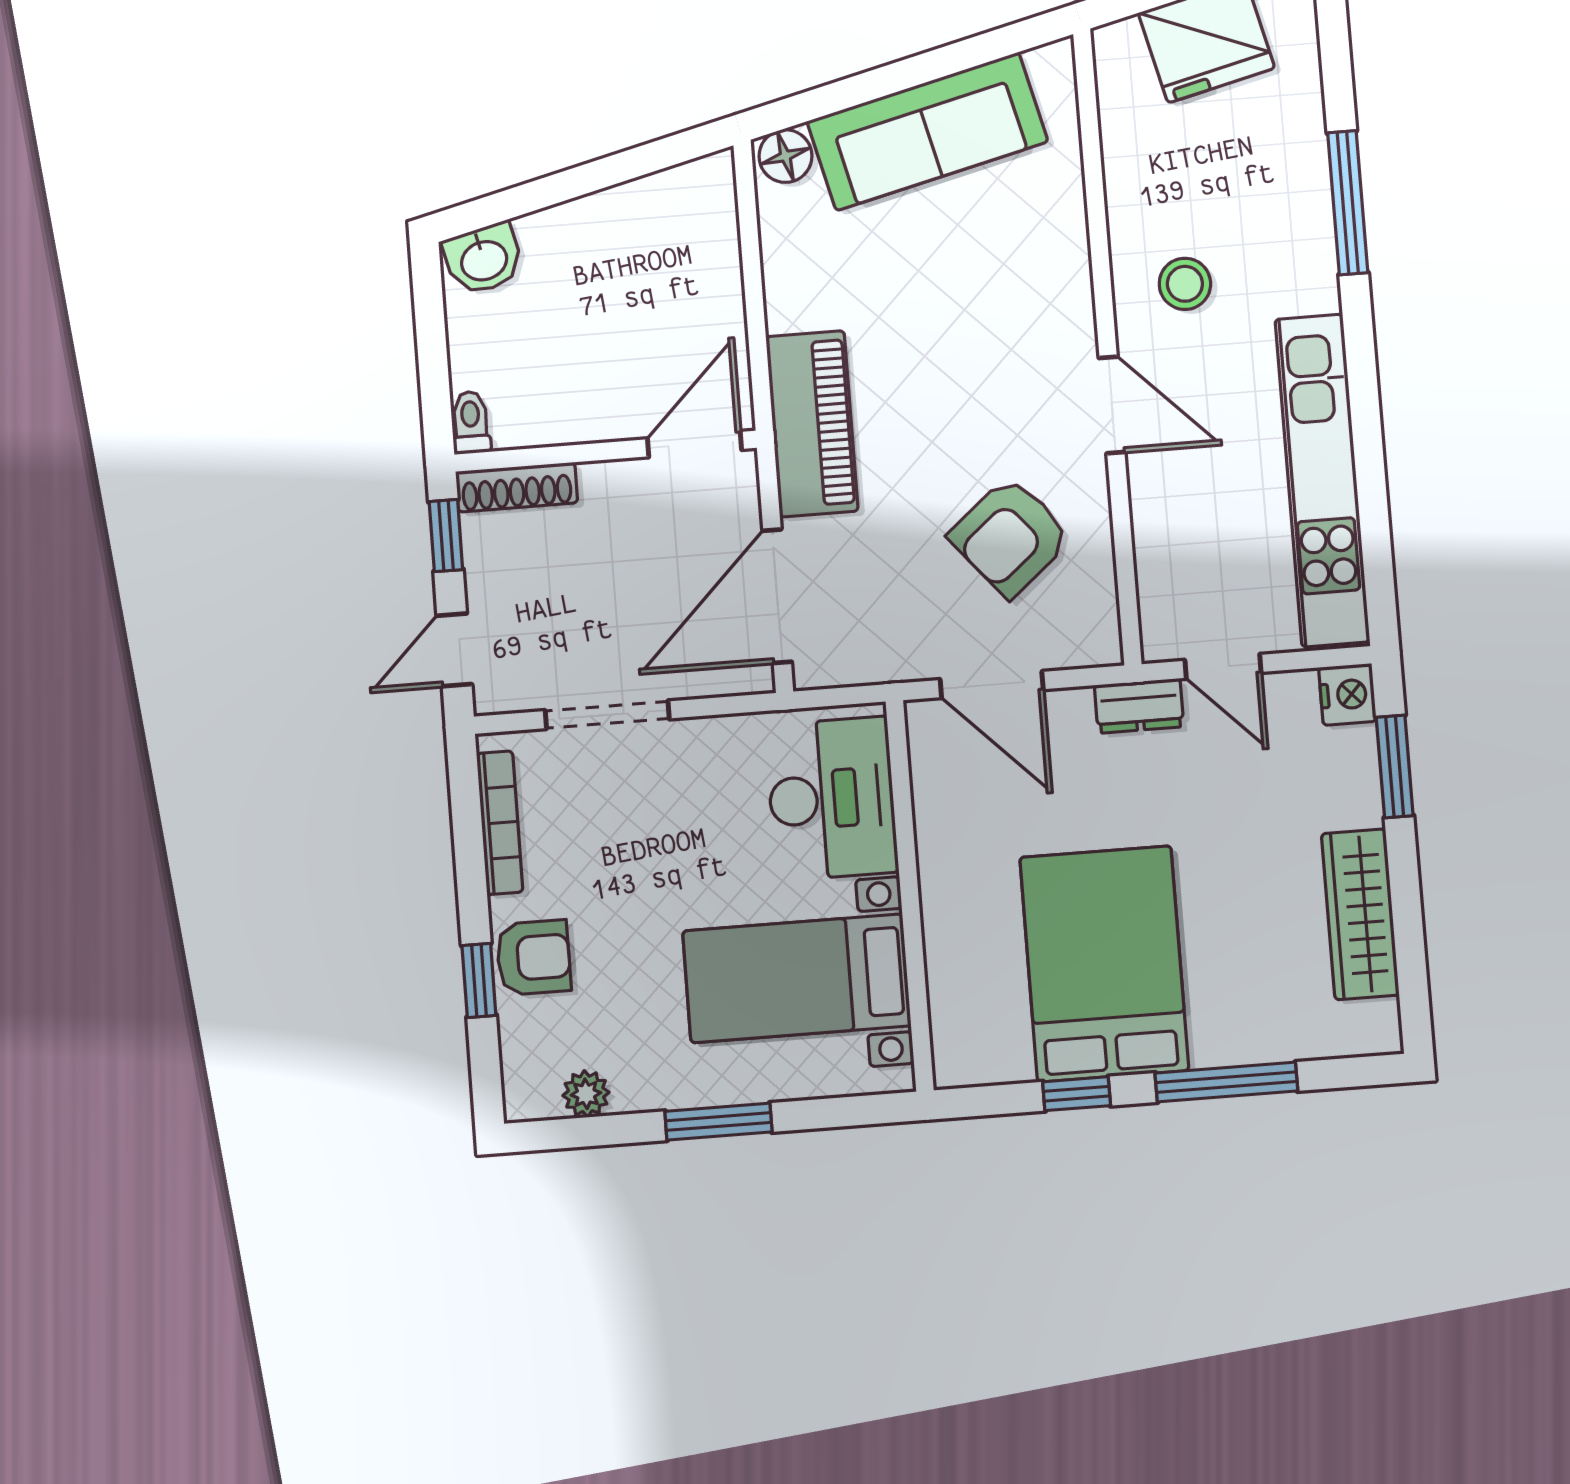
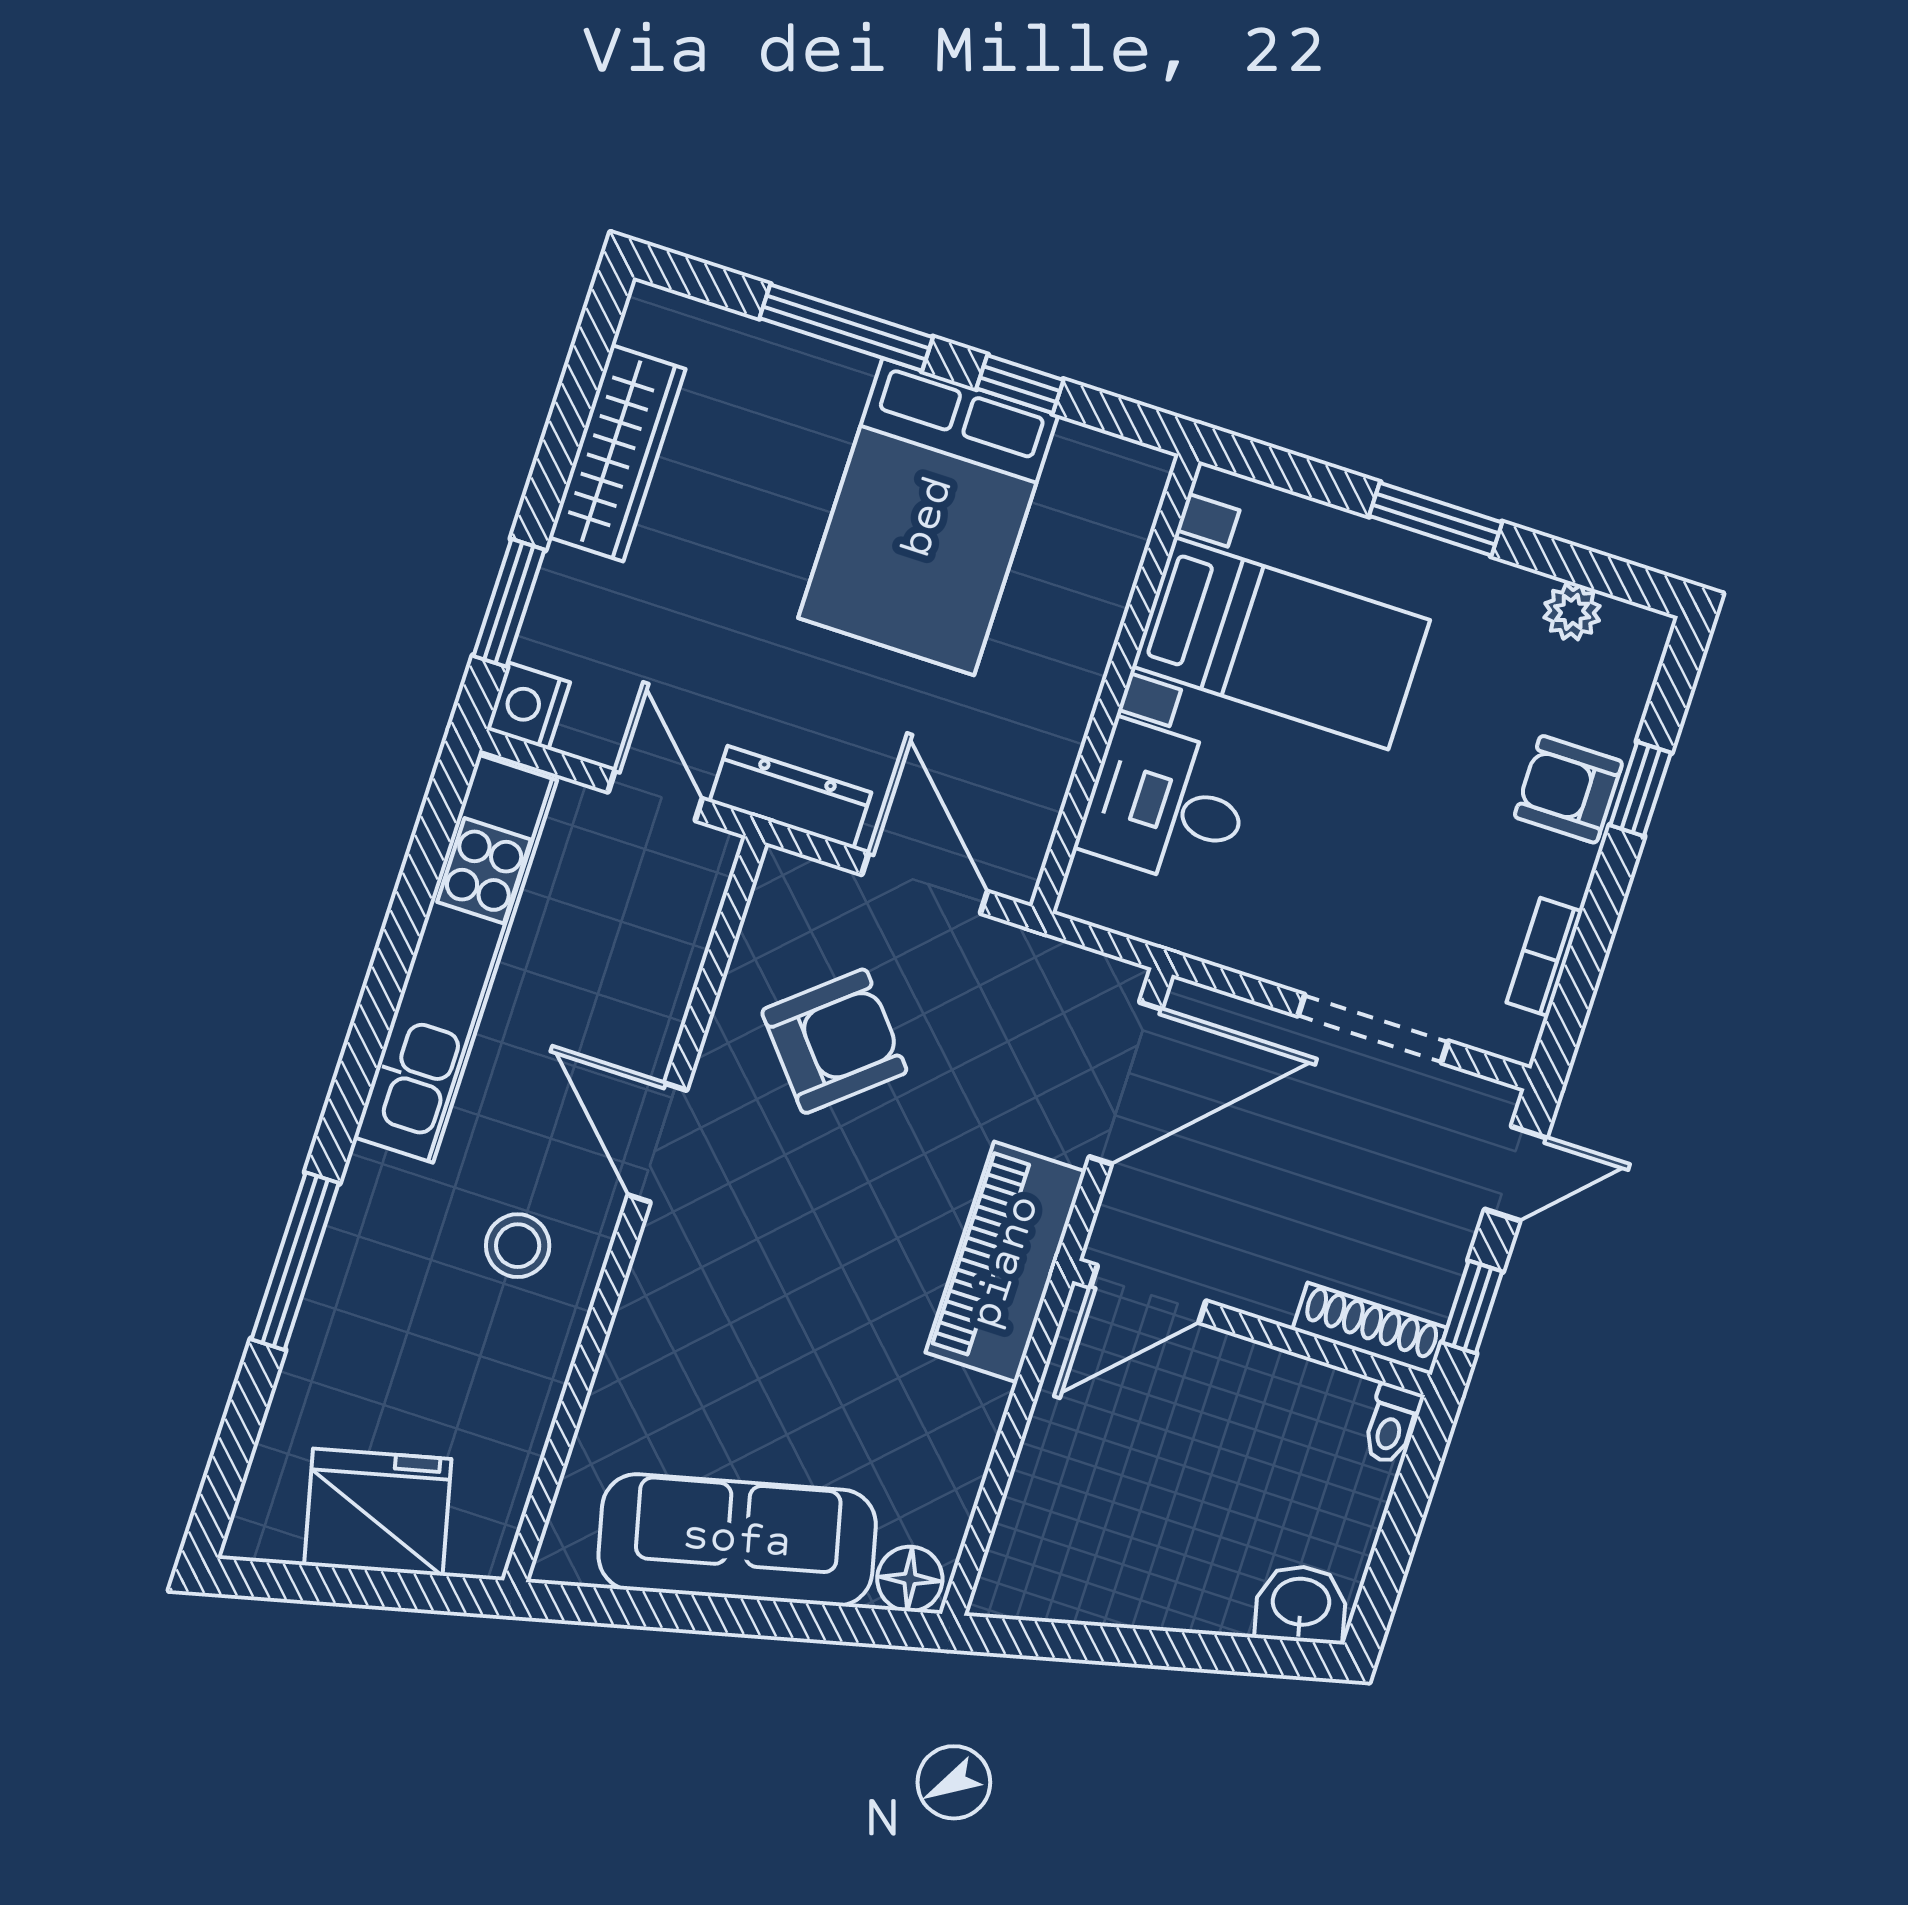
dresser: (1139, 706) -> (790, 797), width x1.44
desk: (832, 799) -> (1166, 805), width x0.73
bookcase: (500, 823) -> (1544, 957), width x0.64

